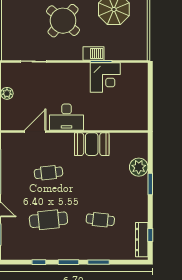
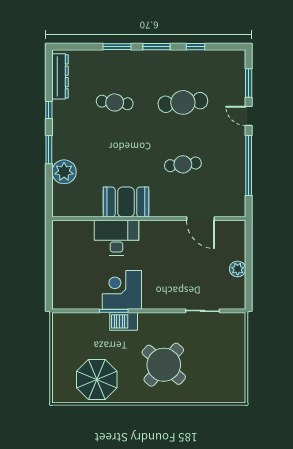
corner desk: (105, 77) -> (122, 290), moved
desk: (66, 117) -> (116, 238), moved
door: (35, 131) -> (201, 219), hinge flipped
window: (150, 235) -> (49, 110), moved

